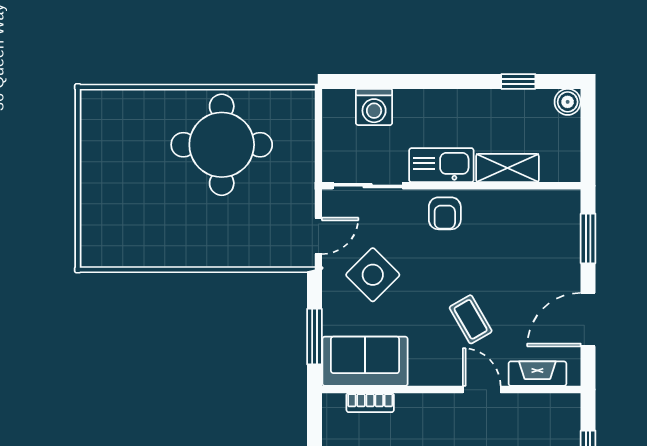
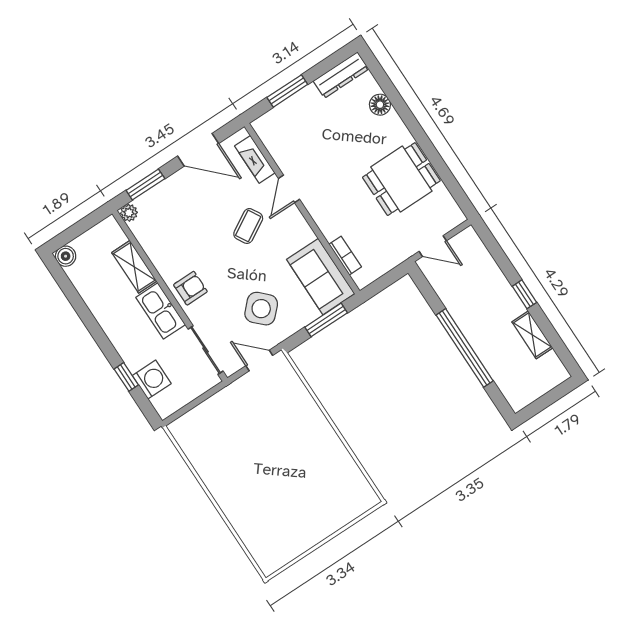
window: (518, 81) -> (126, 377), moved
round table: (222, 145) -> (241, 462), removed
plant: (569, 201) -> (129, 213), added

